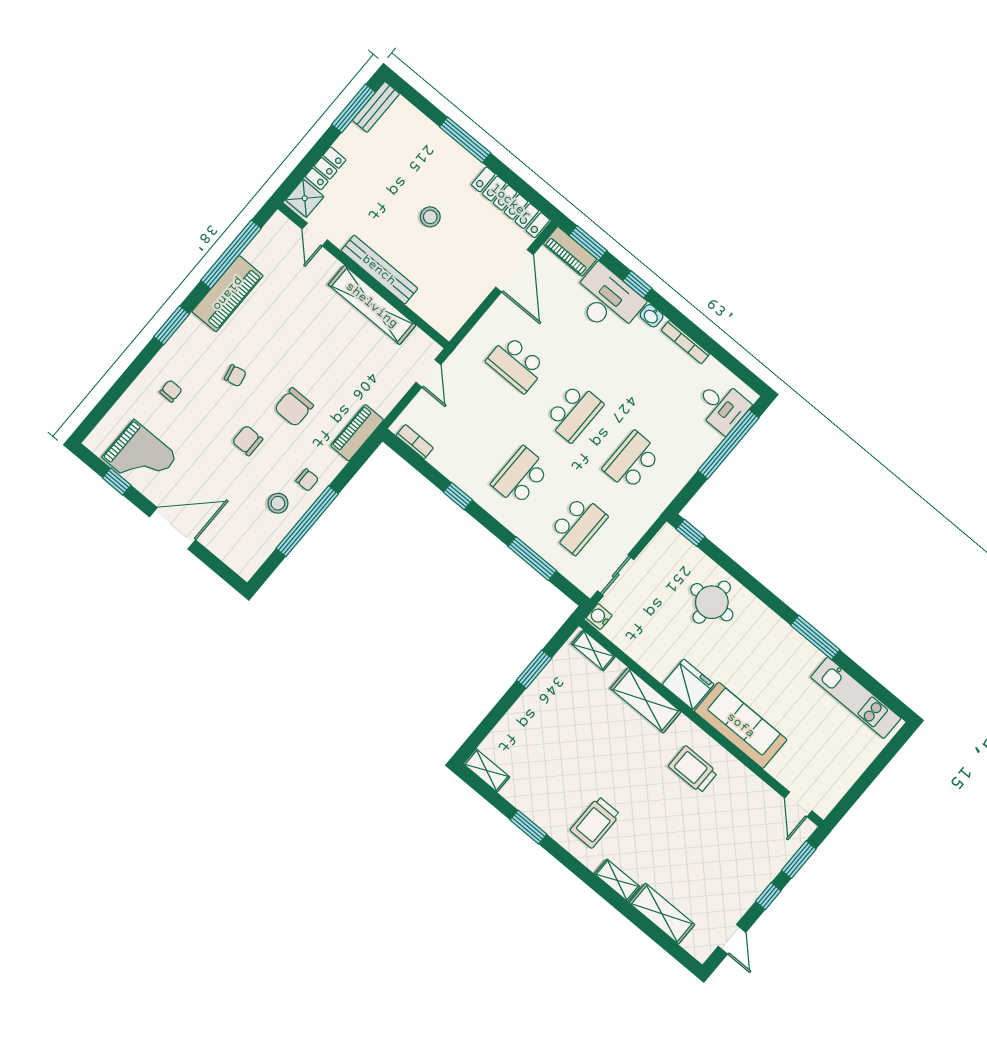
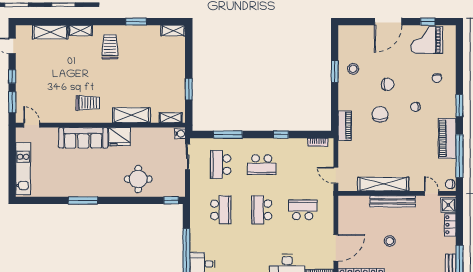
door: (514, 271) -> (336, 248), swing flipped
school desk: (520, 476) -> (262, 165), turned 90
chair: (307, 480) -> (450, 184), moved
window: (307, 521) -> (335, 72), width x0.47
kitchen unit: (856, 698) -> (23, 169), moved, turned 90

